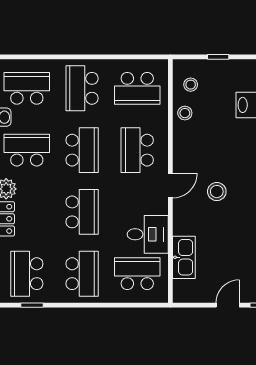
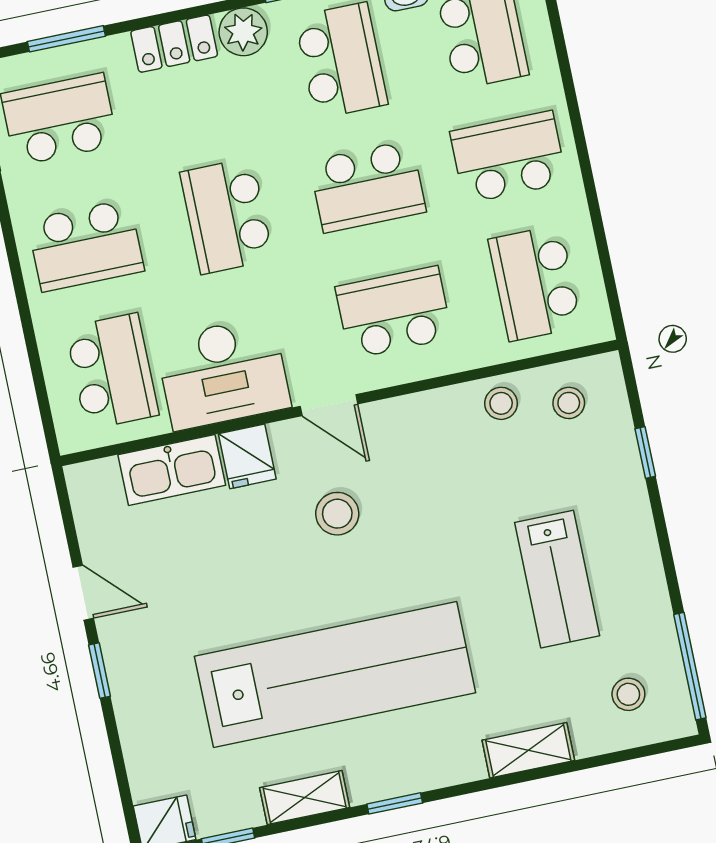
school desk: (82, 212) -> (227, 216), turned 90
fridge: (185, 224) -> (247, 456), added
desk: (148, 234) -> (223, 373), width x1.37

